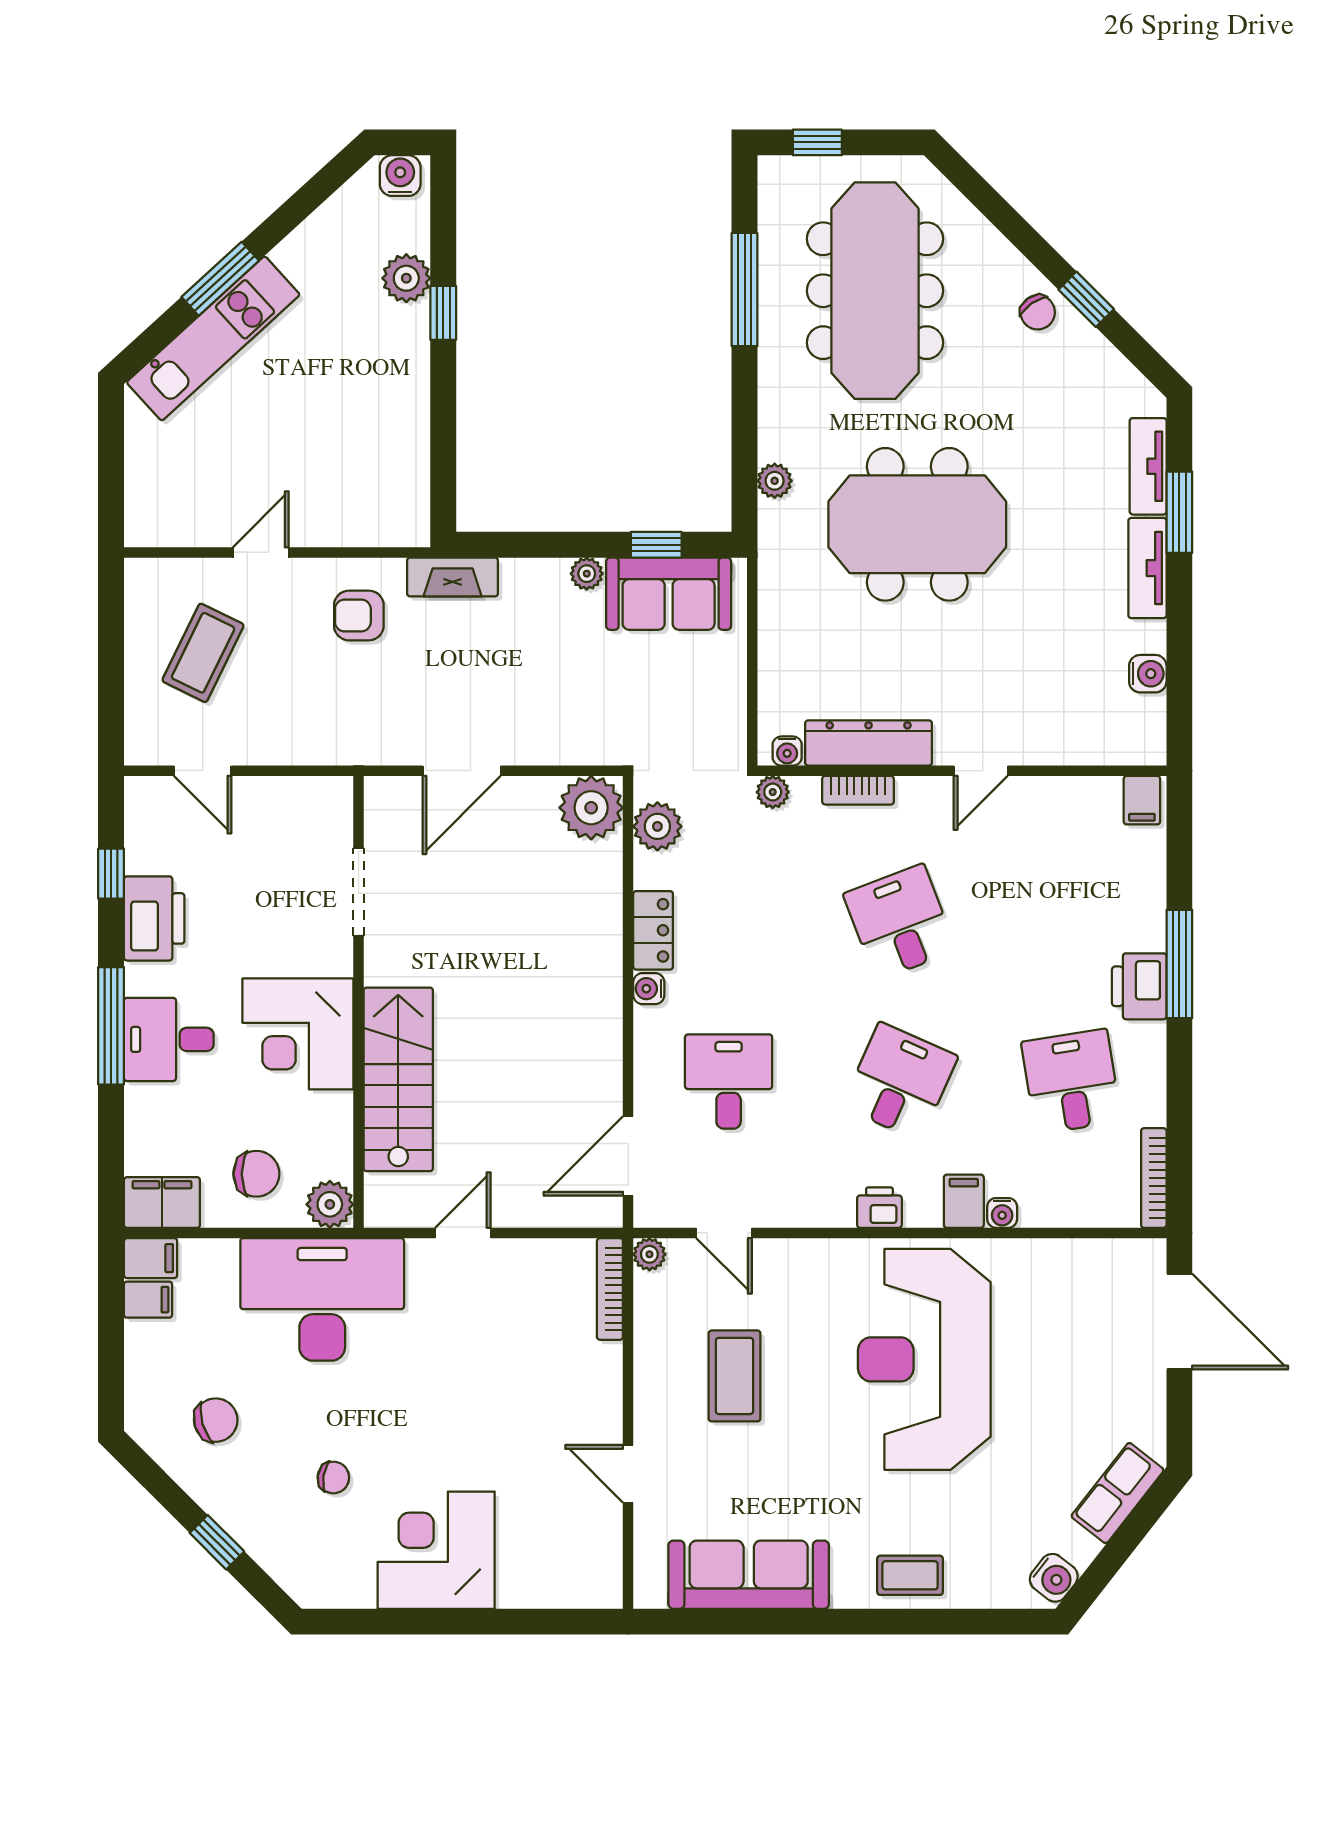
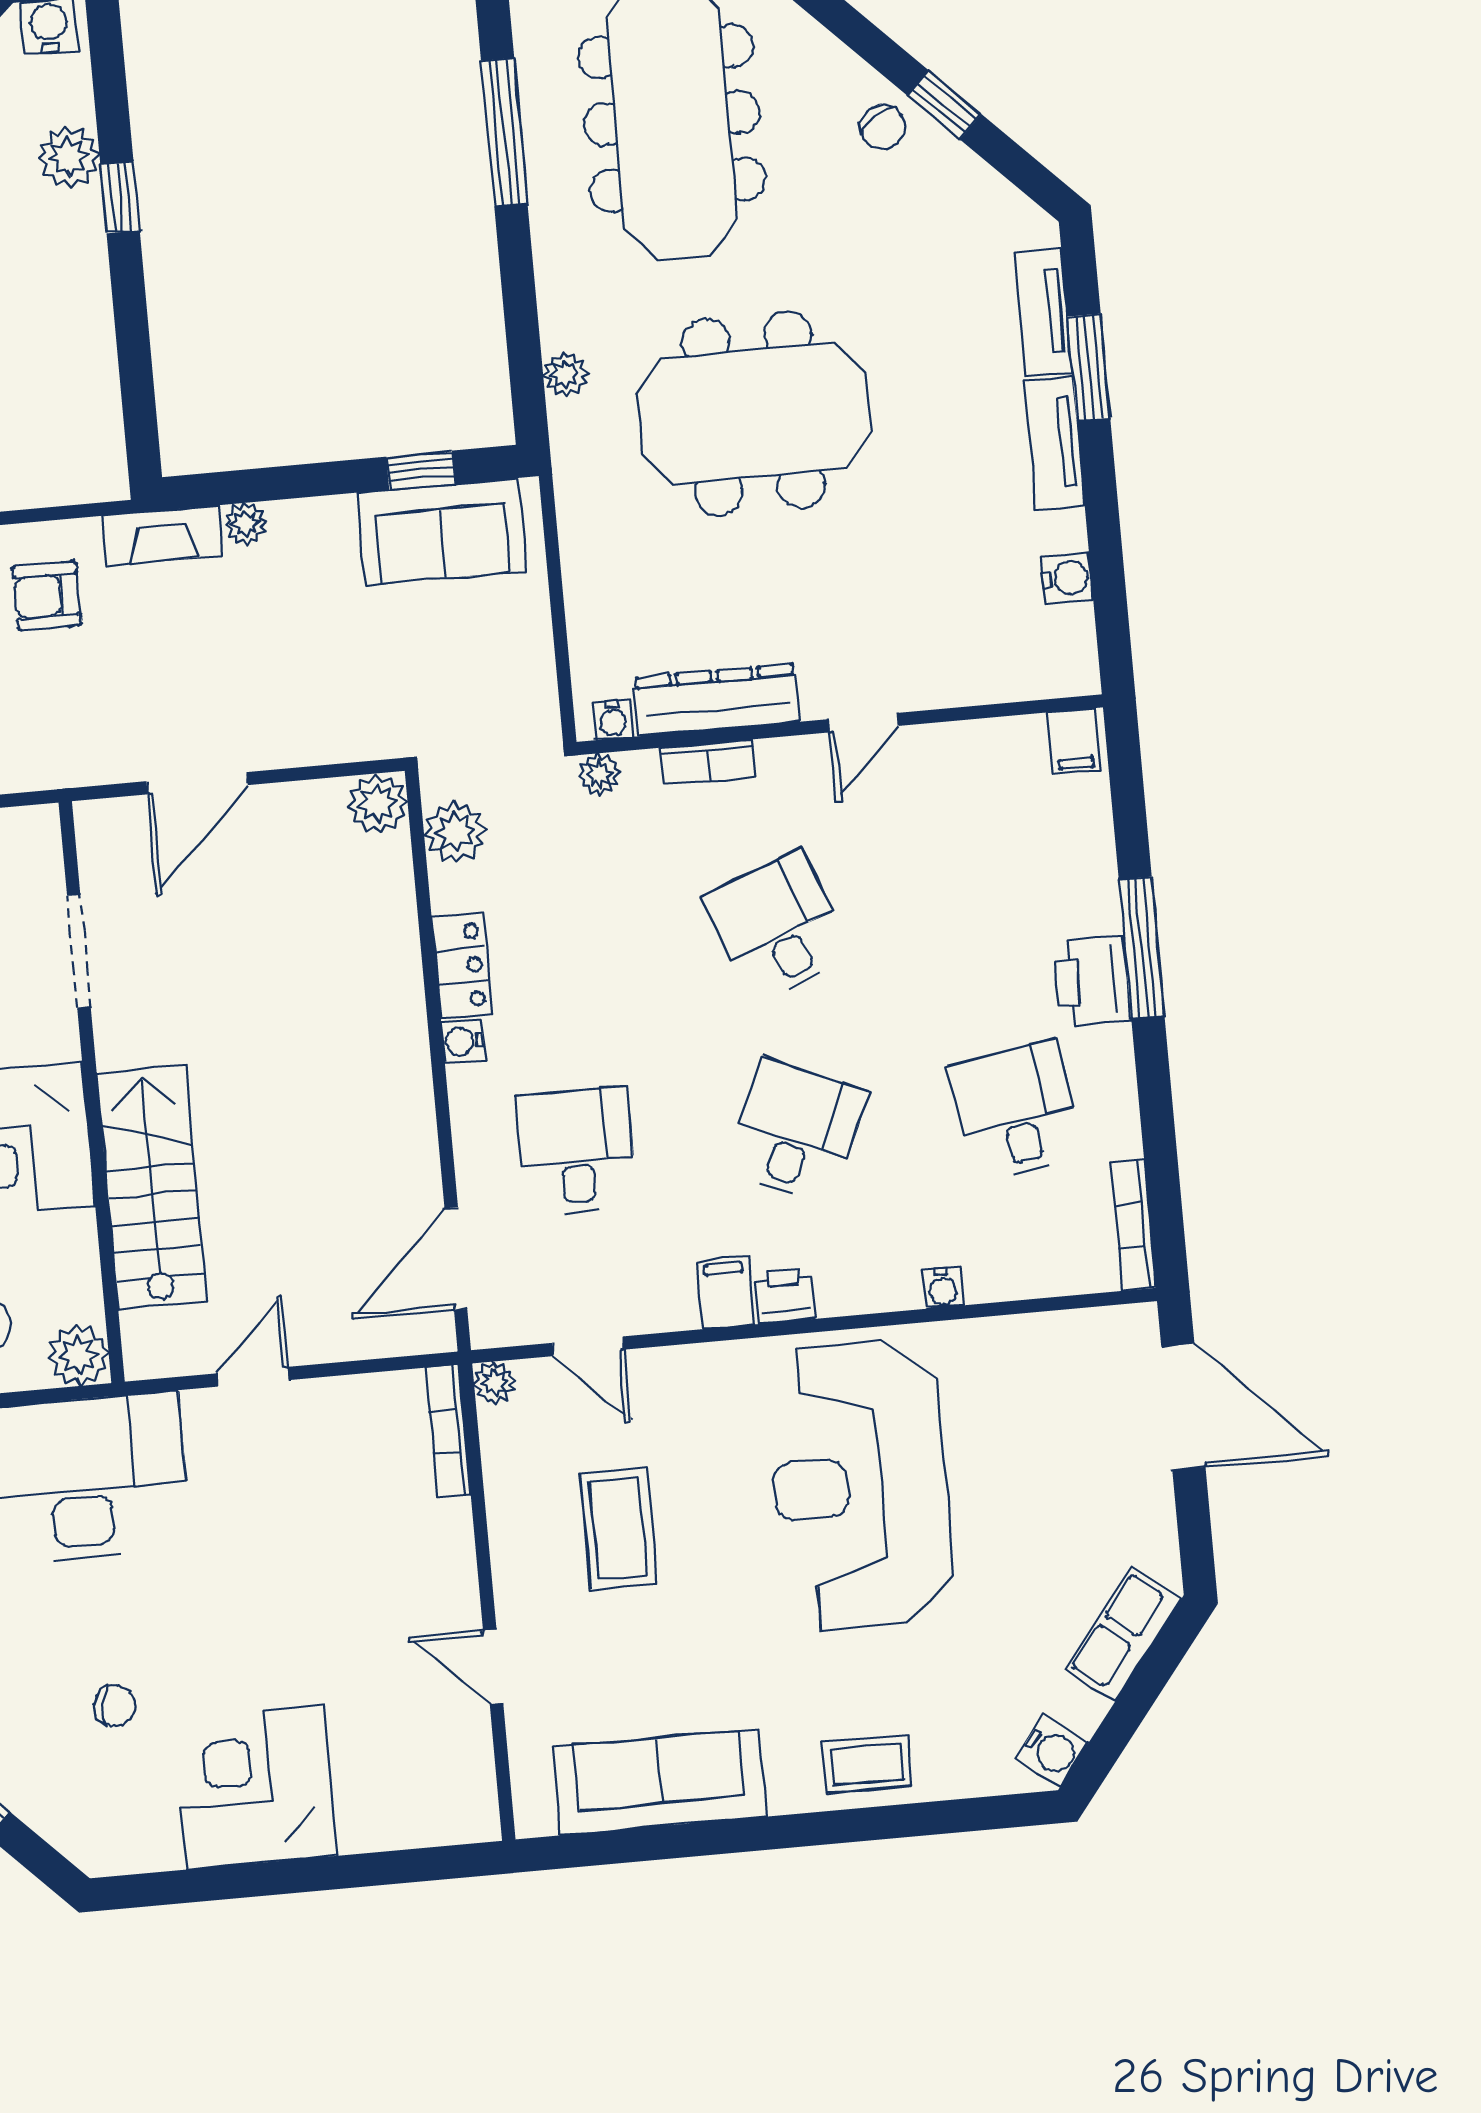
plant: (587, 574) -> (246, 524), moved
plant: (591, 808) -> (378, 804), width x0.73, depth x0.73
filing cabinet: (964, 1201) -> (725, 1293), moved

